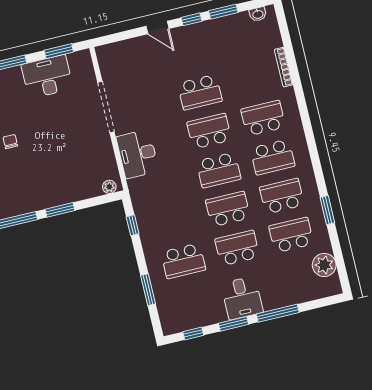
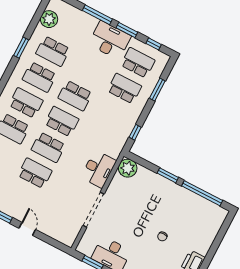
plant: (109, 187) -> (128, 168), width x1.87, depth x1.87
school desk: (237, 248) -> (138, 63), moved, turned 180
desk: (242, 298) -> (110, 40), width x1.37

